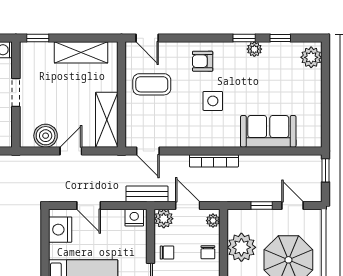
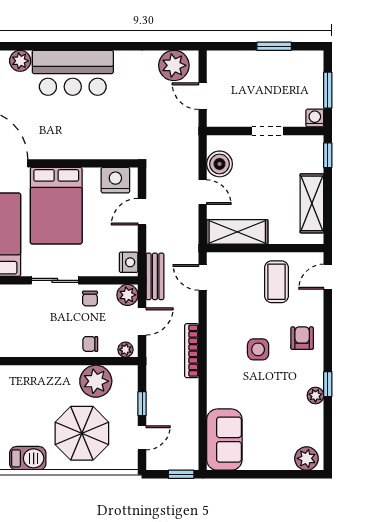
window: (280, 38) -> (328, 424), removed
sofa: (268, 131) -> (224, 440), moved
door: (148, 151) -> (203, 277), hinge flipped

